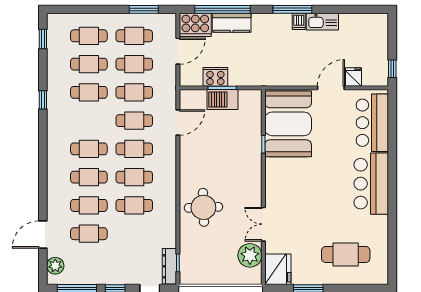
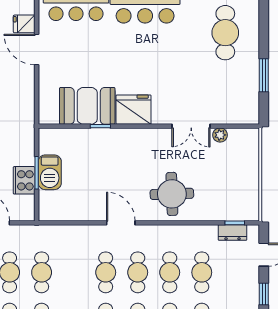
cafe table: (134, 121) -> (202, 272), moved
door: (178, 122) -> (121, 223), moved
booth: (288, 124) -> (87, 106), width x0.73, depth x0.70
plant: (250, 255) -> (220, 135), width x0.53, depth x0.53
dresser: (169, 266) -> (233, 233), width x0.70
fridge: (278, 269) -> (134, 110), moved

